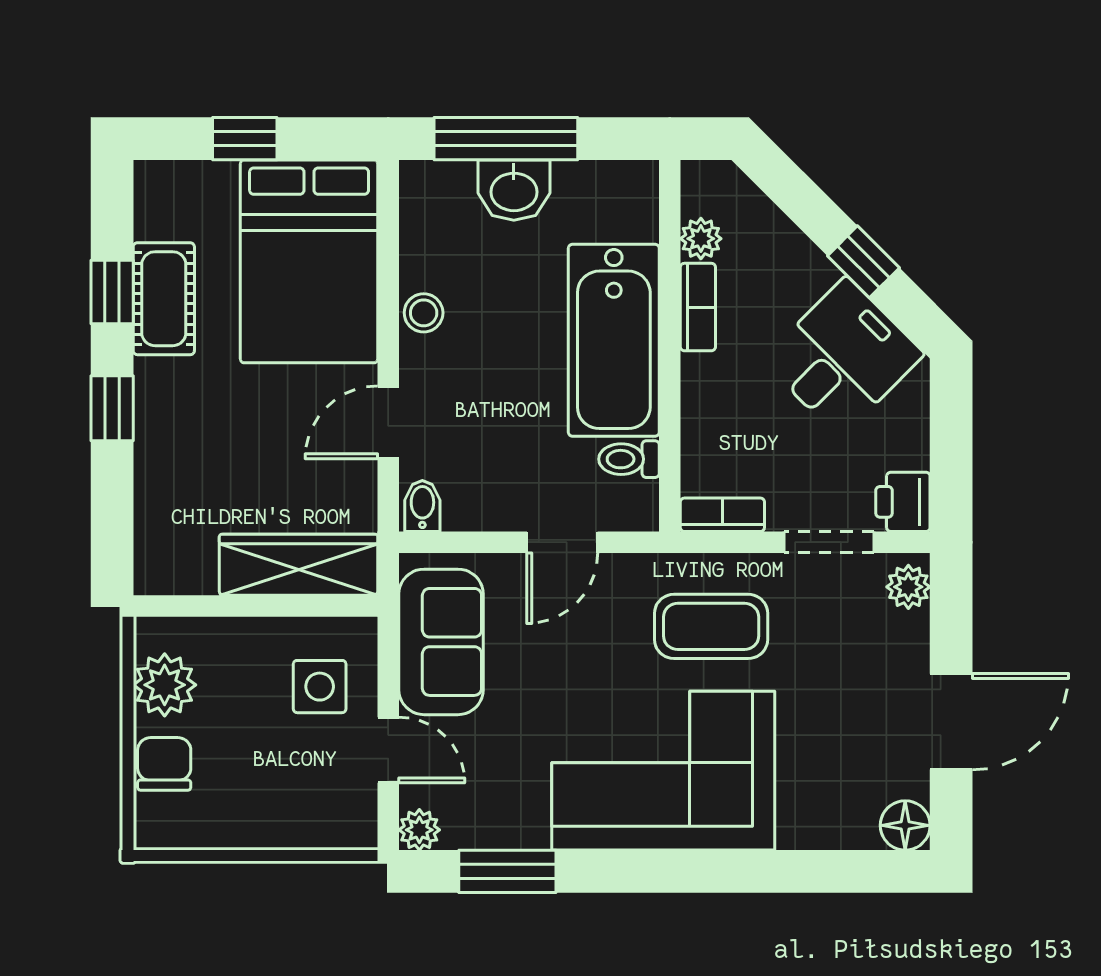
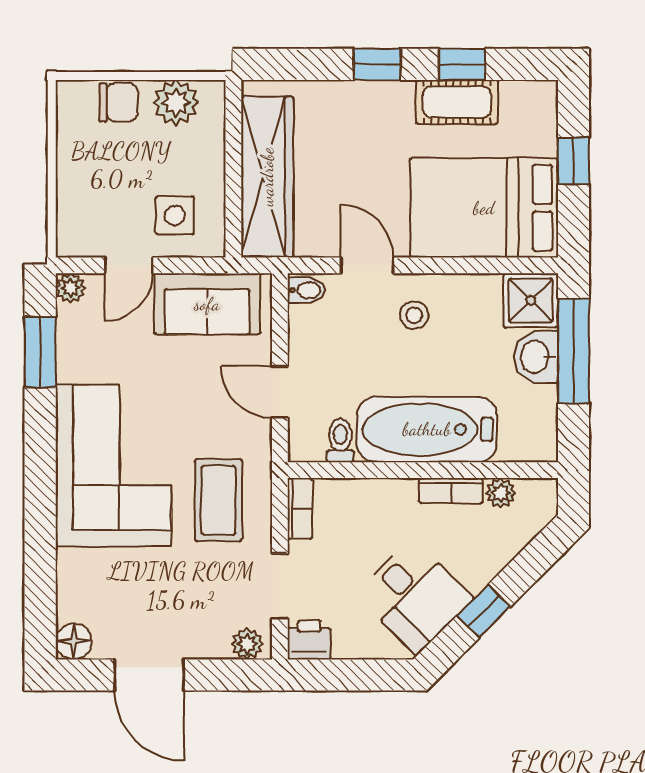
shower: (436, 197) -> (531, 300), added
stool: (424, 313) -> (414, 315), moved
wardrobe: (298, 565) -> (267, 177), width x1.40, depth x1.17

